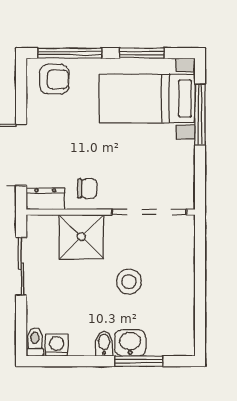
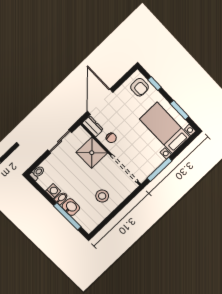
window: (70, 53) -> (154, 84), width x0.46
window: (200, 114) -> (159, 170), moved
stool: (129, 282) -> (102, 196), moved
washing machine: (57, 345) -> (53, 191), moved
window: (139, 361) -> (67, 216), width x1.44

